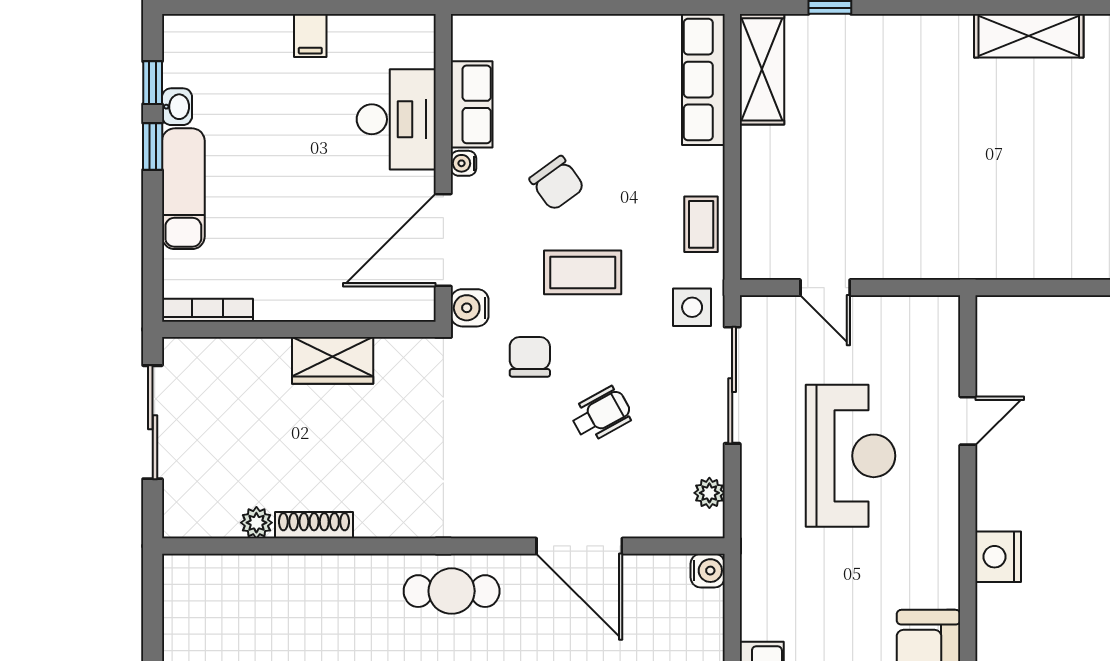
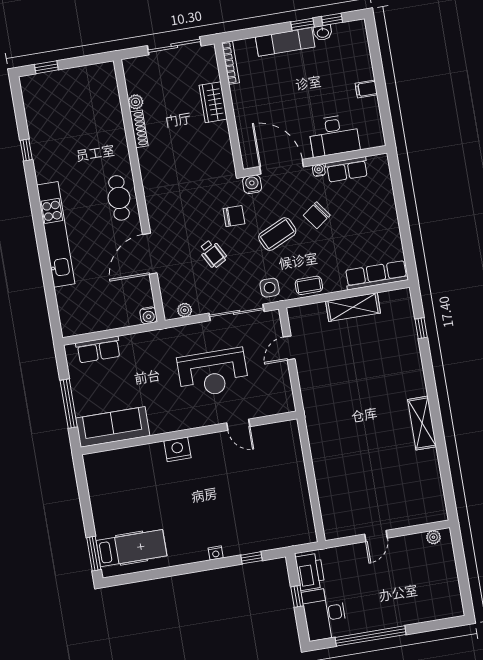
shelving: (762, 69) -> (353, 307), moved
coffee table: (583, 272) -> (277, 234), turned 65
wardrobe: (333, 360) -> (213, 102), moved

